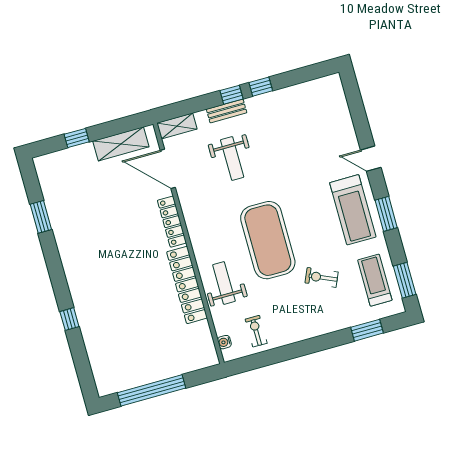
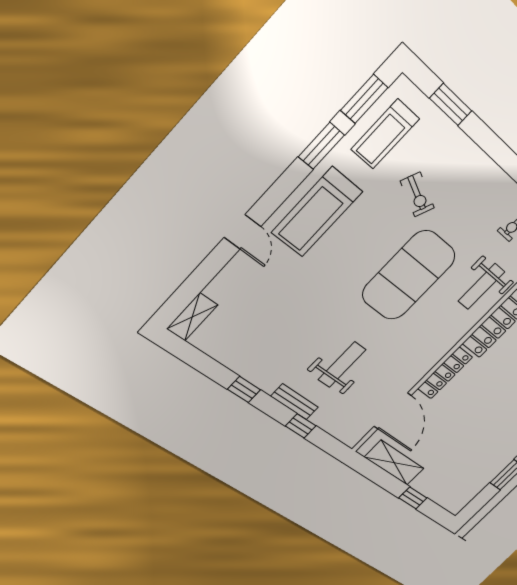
window: (232, 95) -> (301, 426), moved
shelving: (177, 126) -> (192, 317), moved, turned 90
treadmill: (353, 210) -> (317, 212), turned 180
window: (386, 214) -> (321, 146), moved

